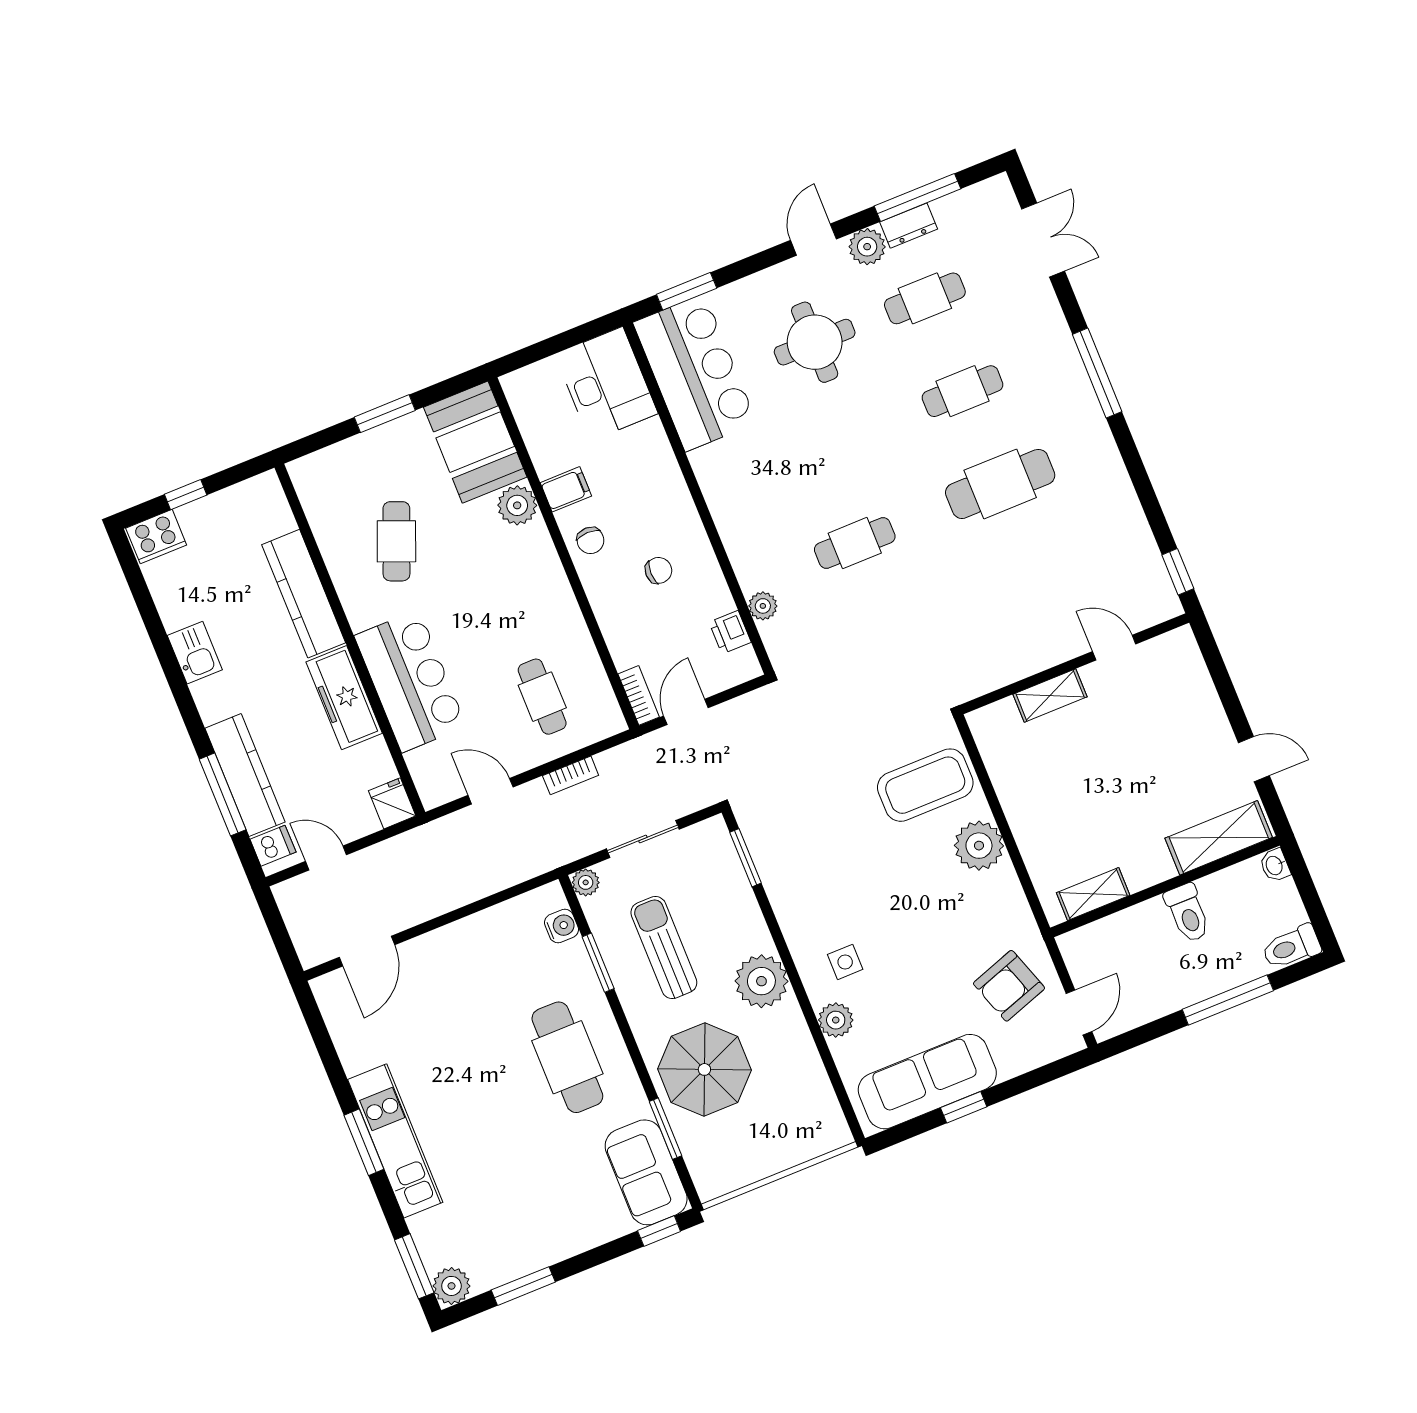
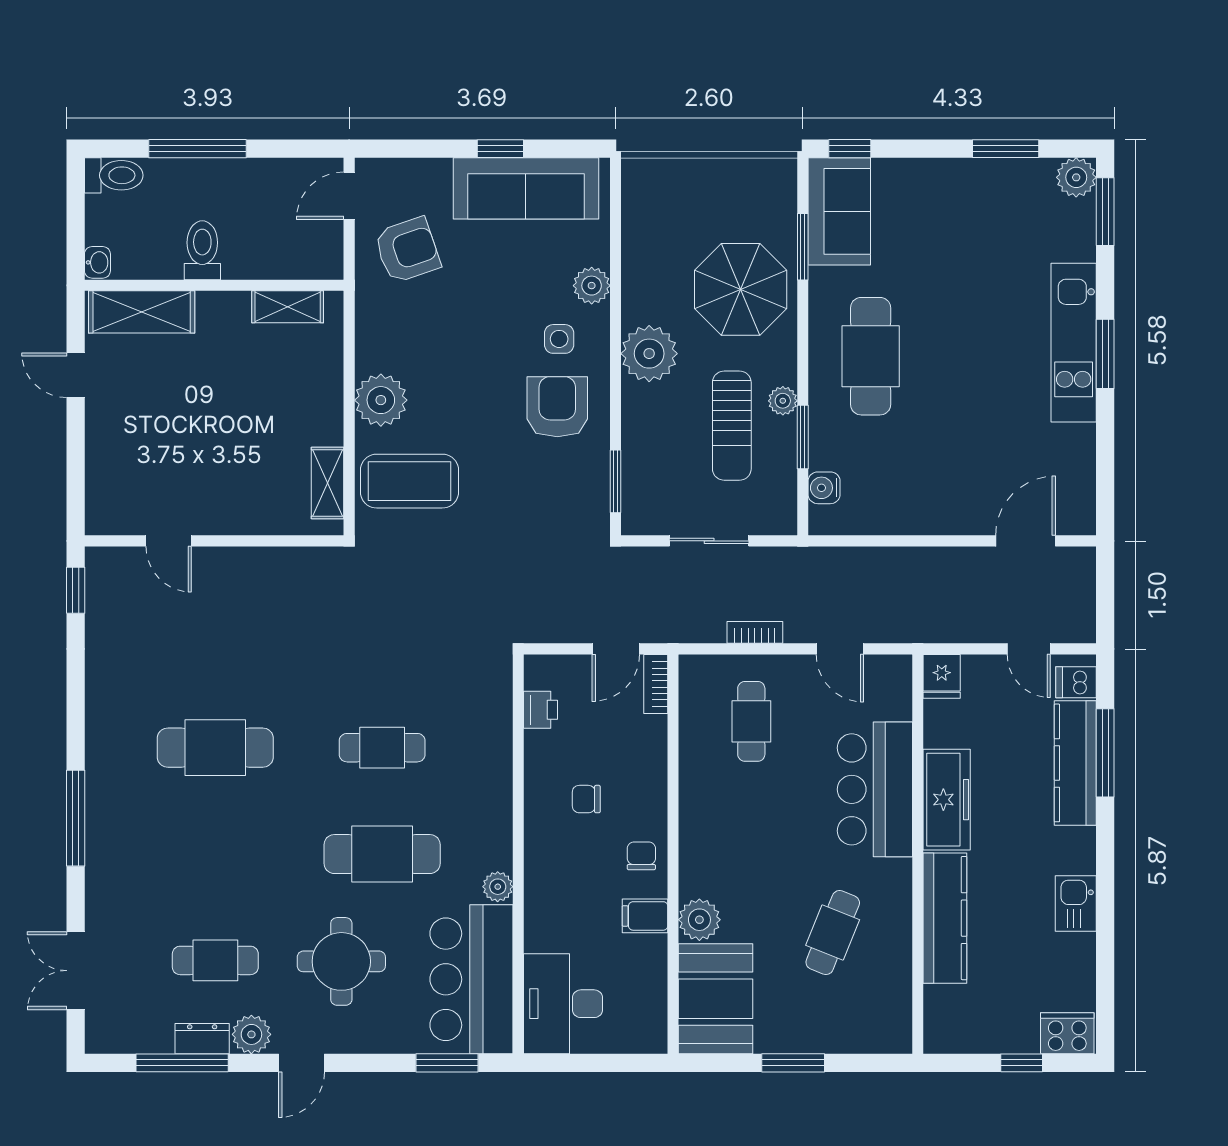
cafe table: (963, 391) -> (382, 854), moved, width x1.37, depth x1.35
plant: (763, 606) -> (498, 887), moved
shelving: (1050, 696) -> (328, 483), moved, turned 90
plant: (586, 882) -> (783, 401), moved
armchair: (823, 902) -> (557, 407), added

